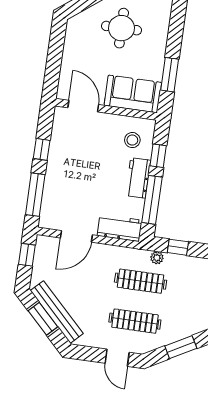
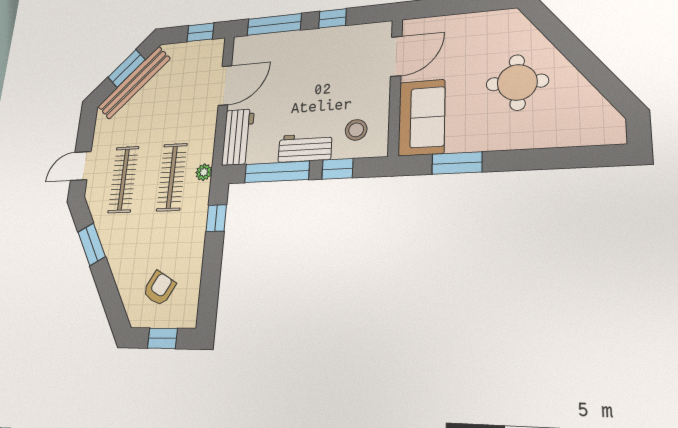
door: (76, 236) -> (225, 85), swing flipped
plant: (157, 258) -> (204, 172), moved

